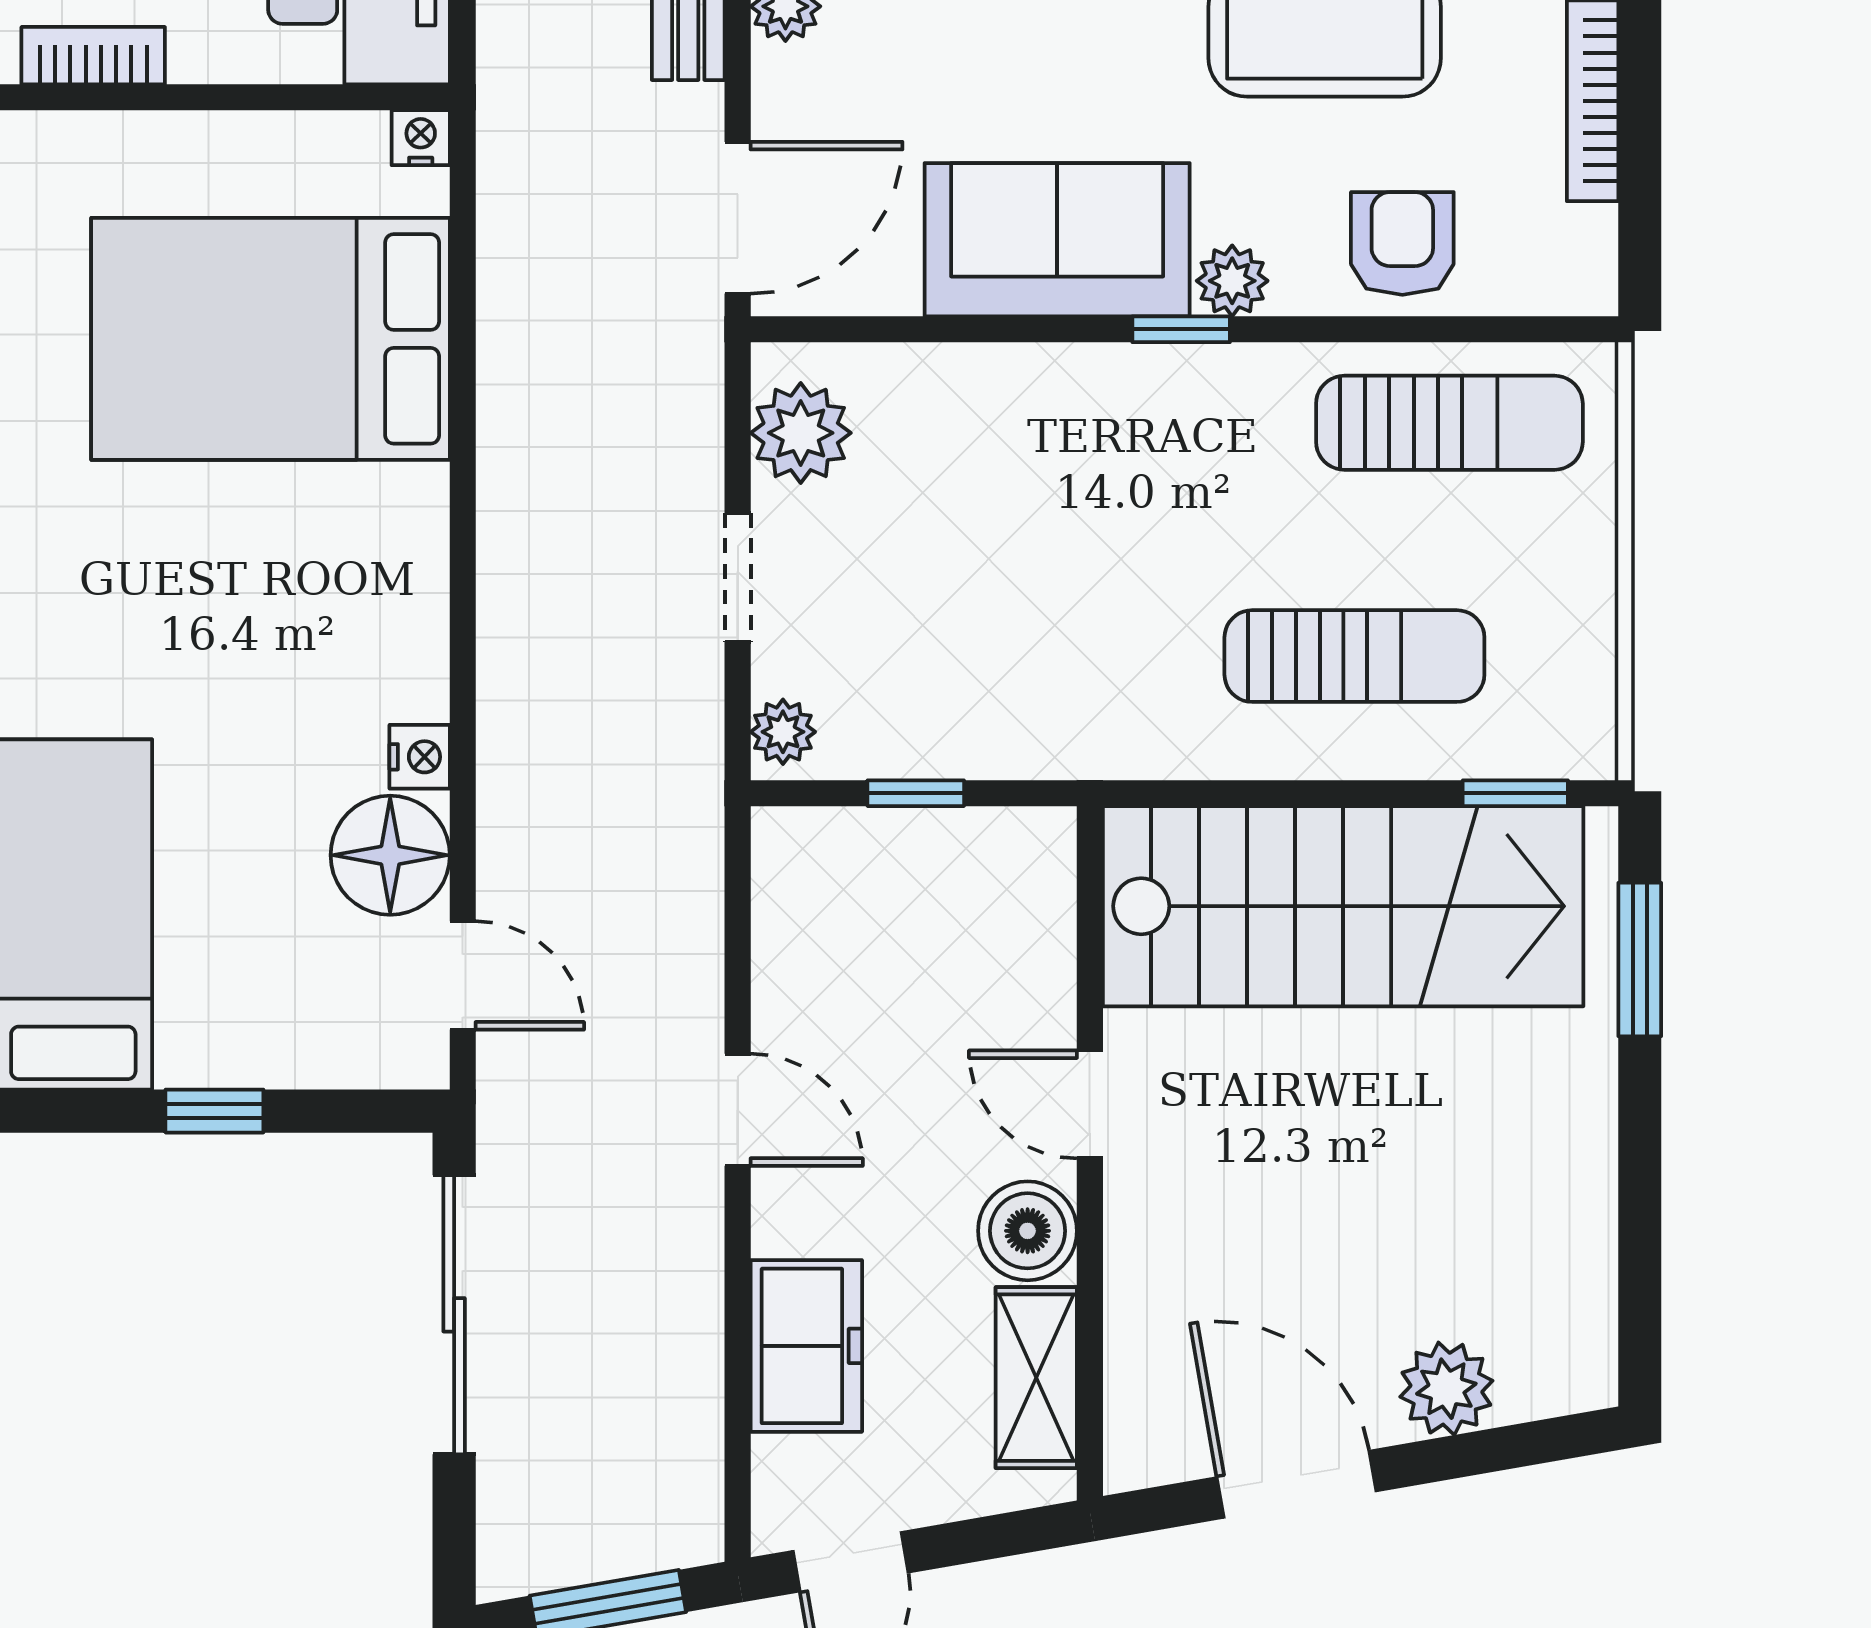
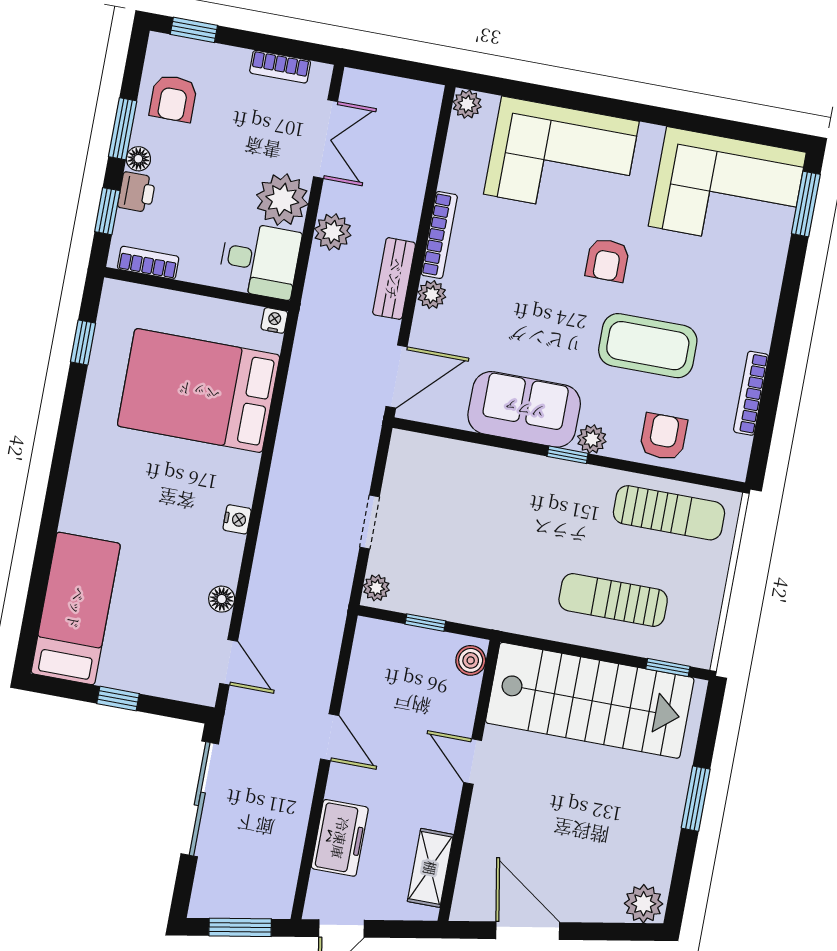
plant: (801, 433) -> (406, 468), removed
sun lounger: (1354, 656) -> (613, 600), turned 180
nightstand: (420, 757) -> (237, 519), moved
floor lamp: (390, 855) -> (222, 599), width x0.53, depth x0.53
window: (1640, 959) -> (696, 799), moved
boiler: (1028, 1231) -> (471, 660), moved, width x0.73, depth x0.73
plant: (1446, 1389) -> (644, 904), moved

